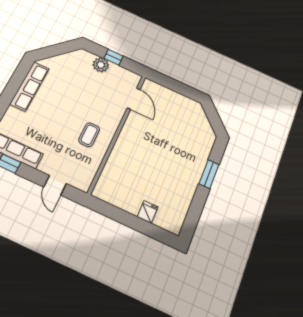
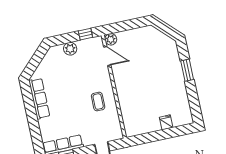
window: (114, 57) -> (85, 34), moved
plant: (149, 86) -> (111, 39), added

